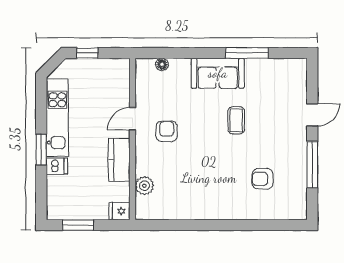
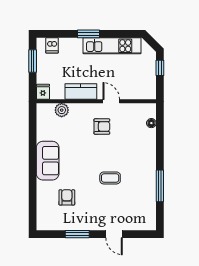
sofa: (218, 73) -> (48, 161), moved, turned 180
window: (312, 165) -> (77, 234), width x0.69
dishwasher: (57, 166) -> (52, 45), moved

